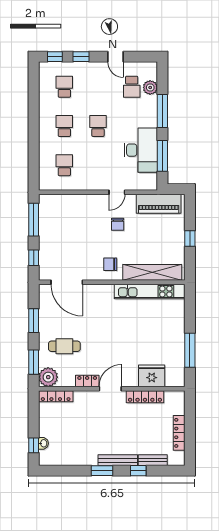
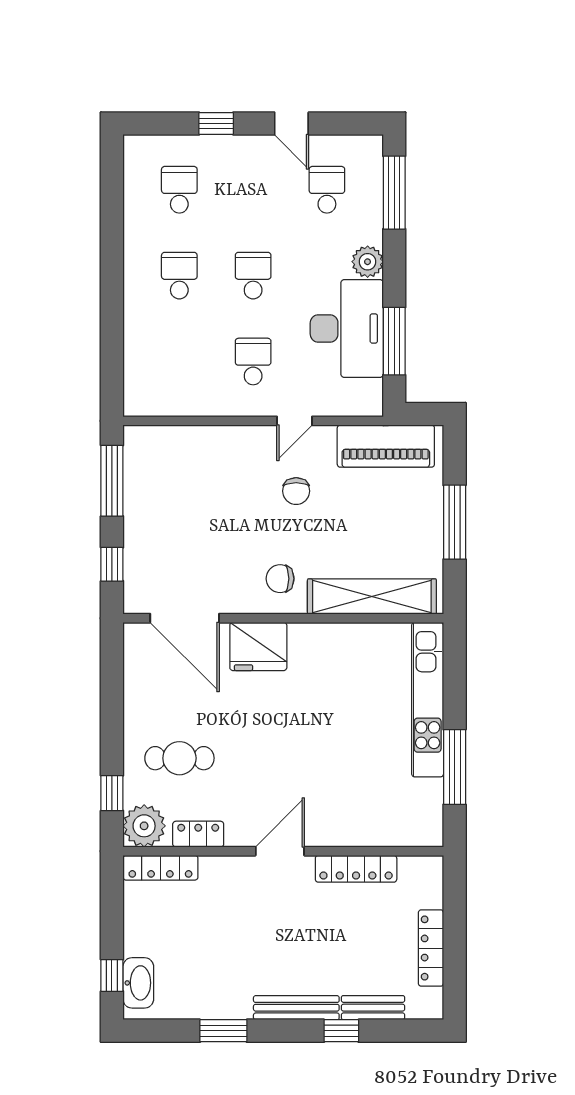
window: (55, 57) -> (159, 124), removed
school desk: (132, 87) -> (327, 190), turned 180
plant: (150, 87) -> (368, 262), moved
window: (162, 111) -> (394, 193), moved
school desk: (64, 165) -> (253, 362), moved
window: (190, 239) -> (455, 522), width x2.17
kitchen unit: (150, 292) -> (428, 700), moved, turned 90
window: (34, 321) -> (112, 702), removed
window: (34, 362) -> (112, 793), width x0.67
fridge: (152, 376) -> (258, 646), moved, turned 180
locker: (87, 381) -> (198, 834), moved
washbasin: (43, 443) -> (138, 983), width x1.91, depth x1.45
window: (102, 471) -> (223, 1031), moved

